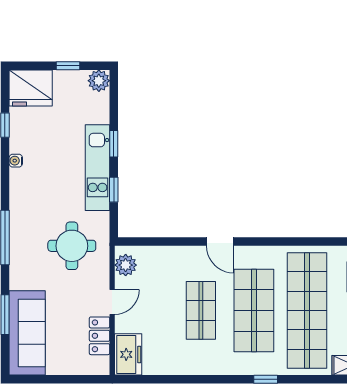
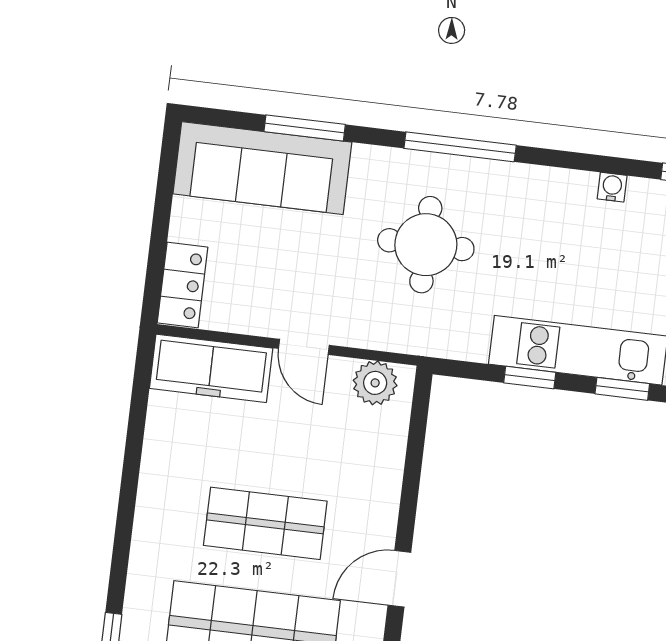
round table: (72, 246) -> (426, 245), moved
locker: (100, 336) -> (183, 285), moved, turned 90
freezer: (128, 354) -> (211, 368), width x1.40

